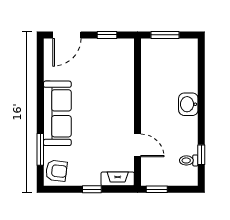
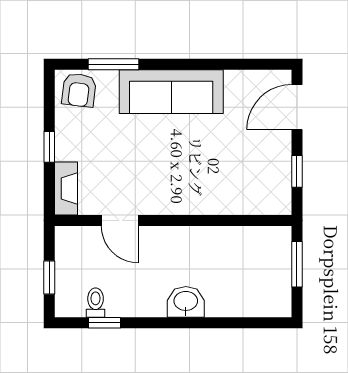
door: (67, 35) -> (297, 107), hinge flipped
door: (138, 145) -> (120, 220), hinge flipped
window: (157, 189) -> (49, 278), moved

